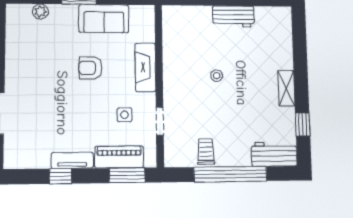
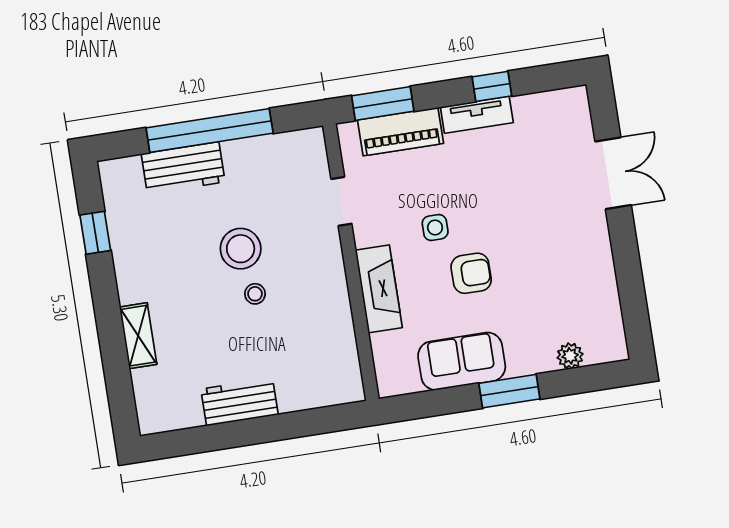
shelving: (286, 88) -> (138, 336), moved
stool: (221, 103) -> (241, 249), added
side table: (124, 115) -> (435, 227), moved
trolley: (206, 151) -> (256, 162), removed
workbench: (274, 154) -> (183, 168), moved

